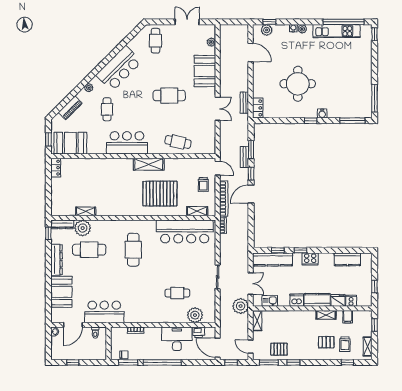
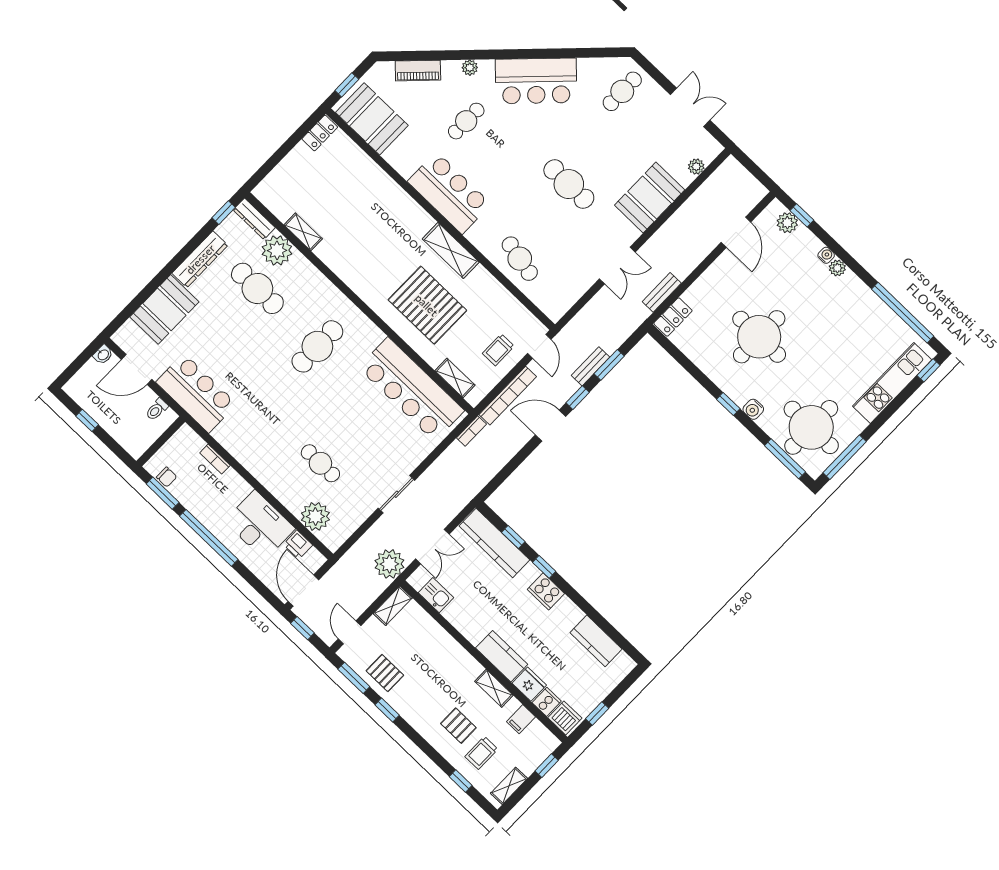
kitchen unit: (337, 31) -> (892, 383), moved, turned 90
round table: (351, 99) -> (811, 427), added
dishwasher: (297, 300) -> (565, 718), moved

